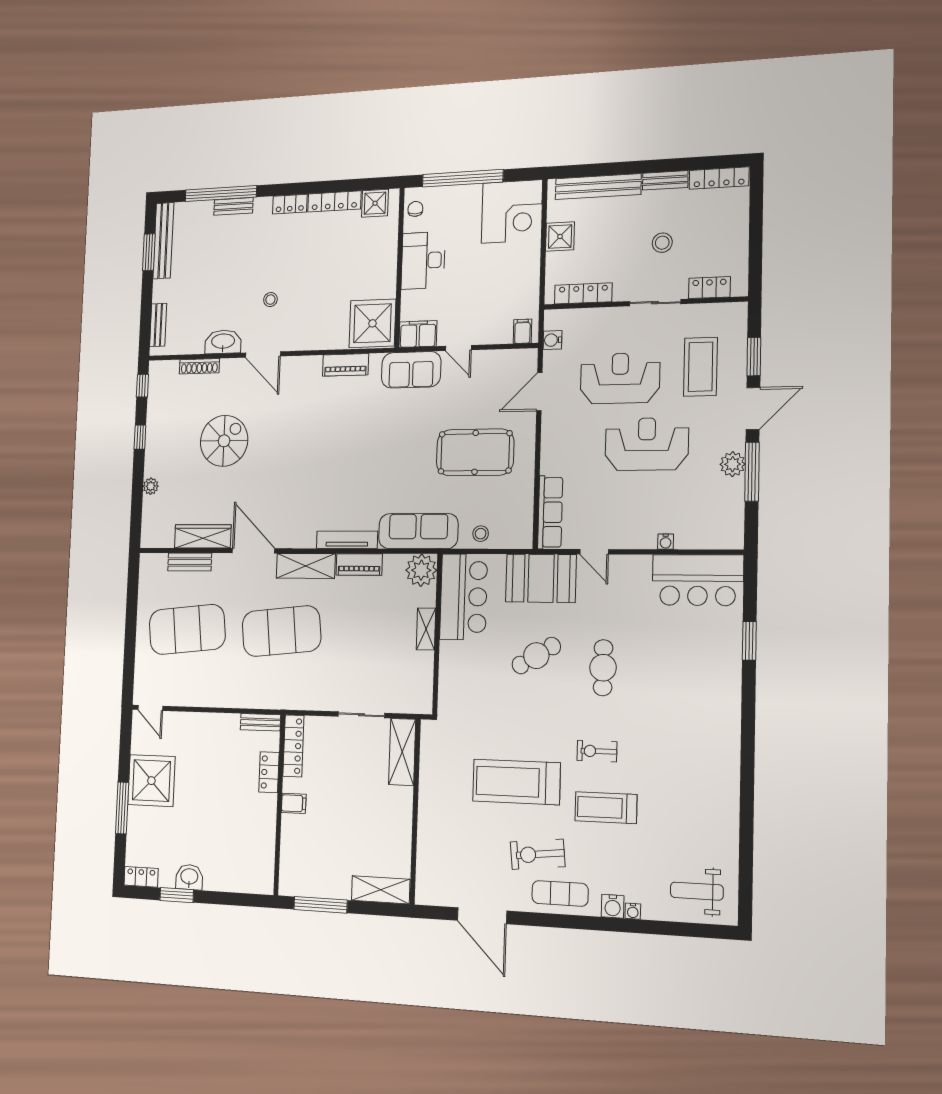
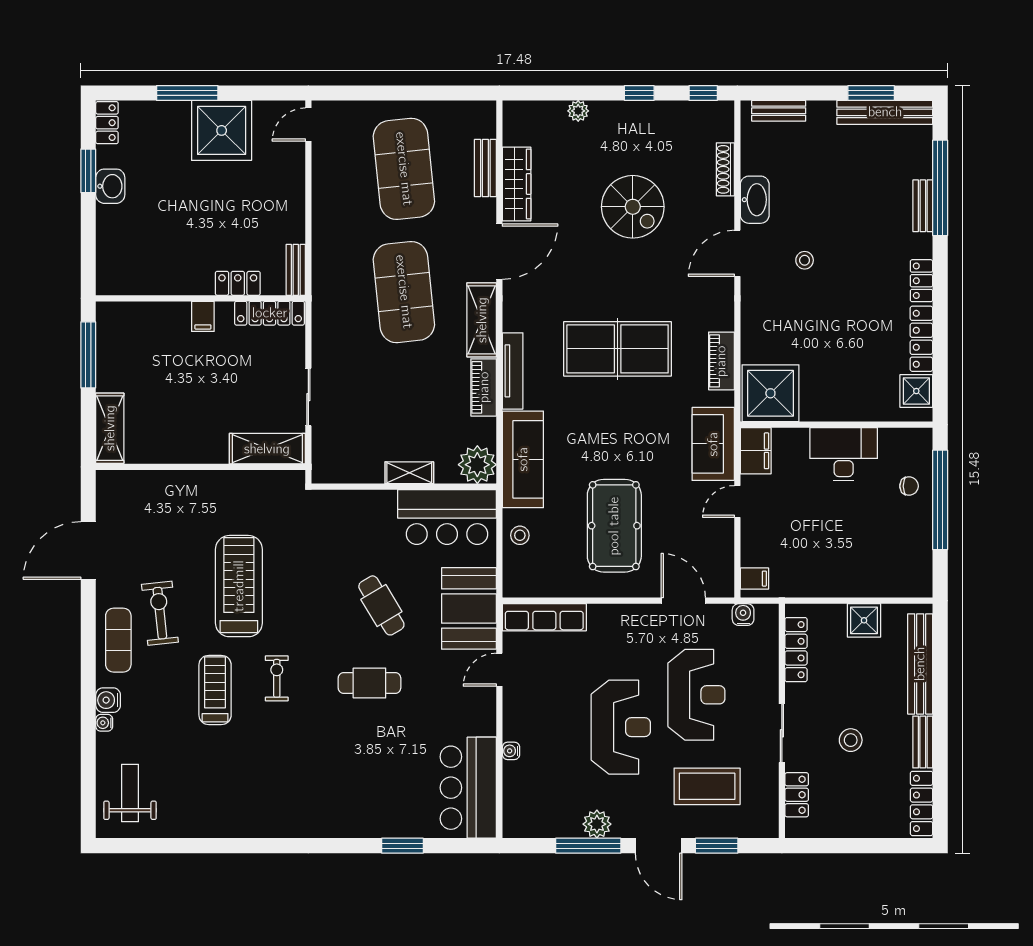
chair: (415, 209) -> (909, 486), moved
corner desk: (512, 212) -> (897, 562), removed
table tennis table: (333, 452) -> (618, 349), added

